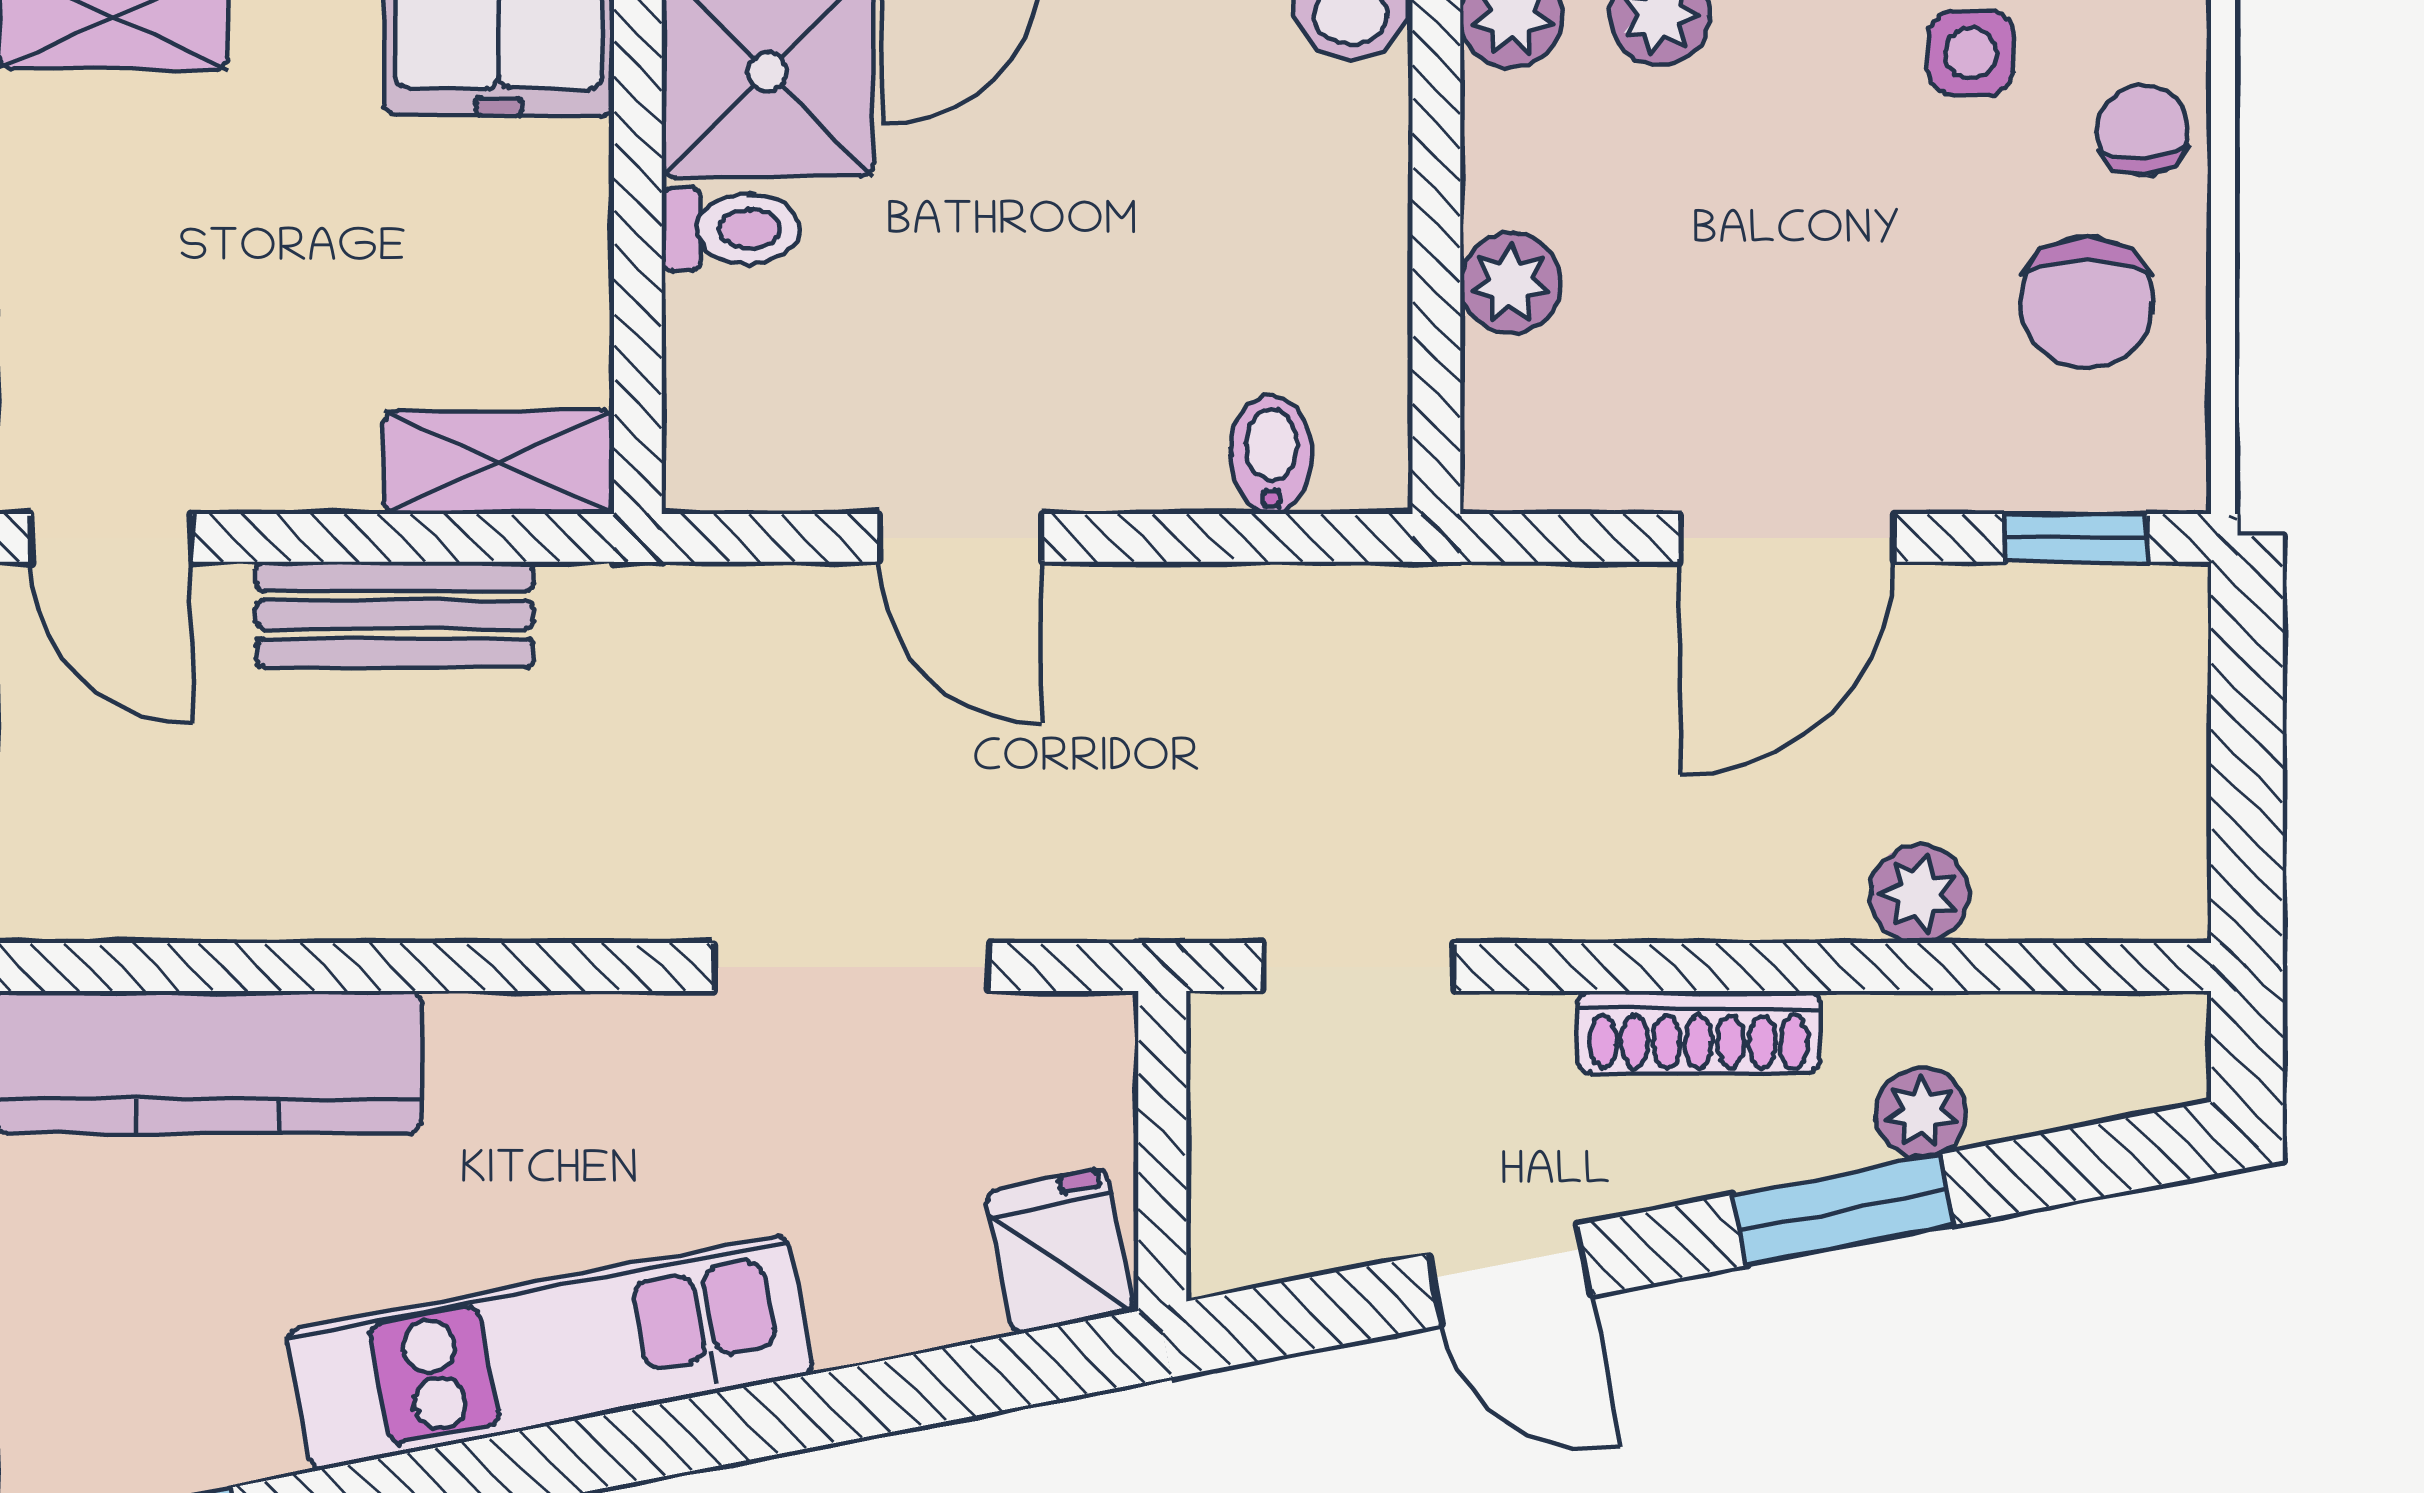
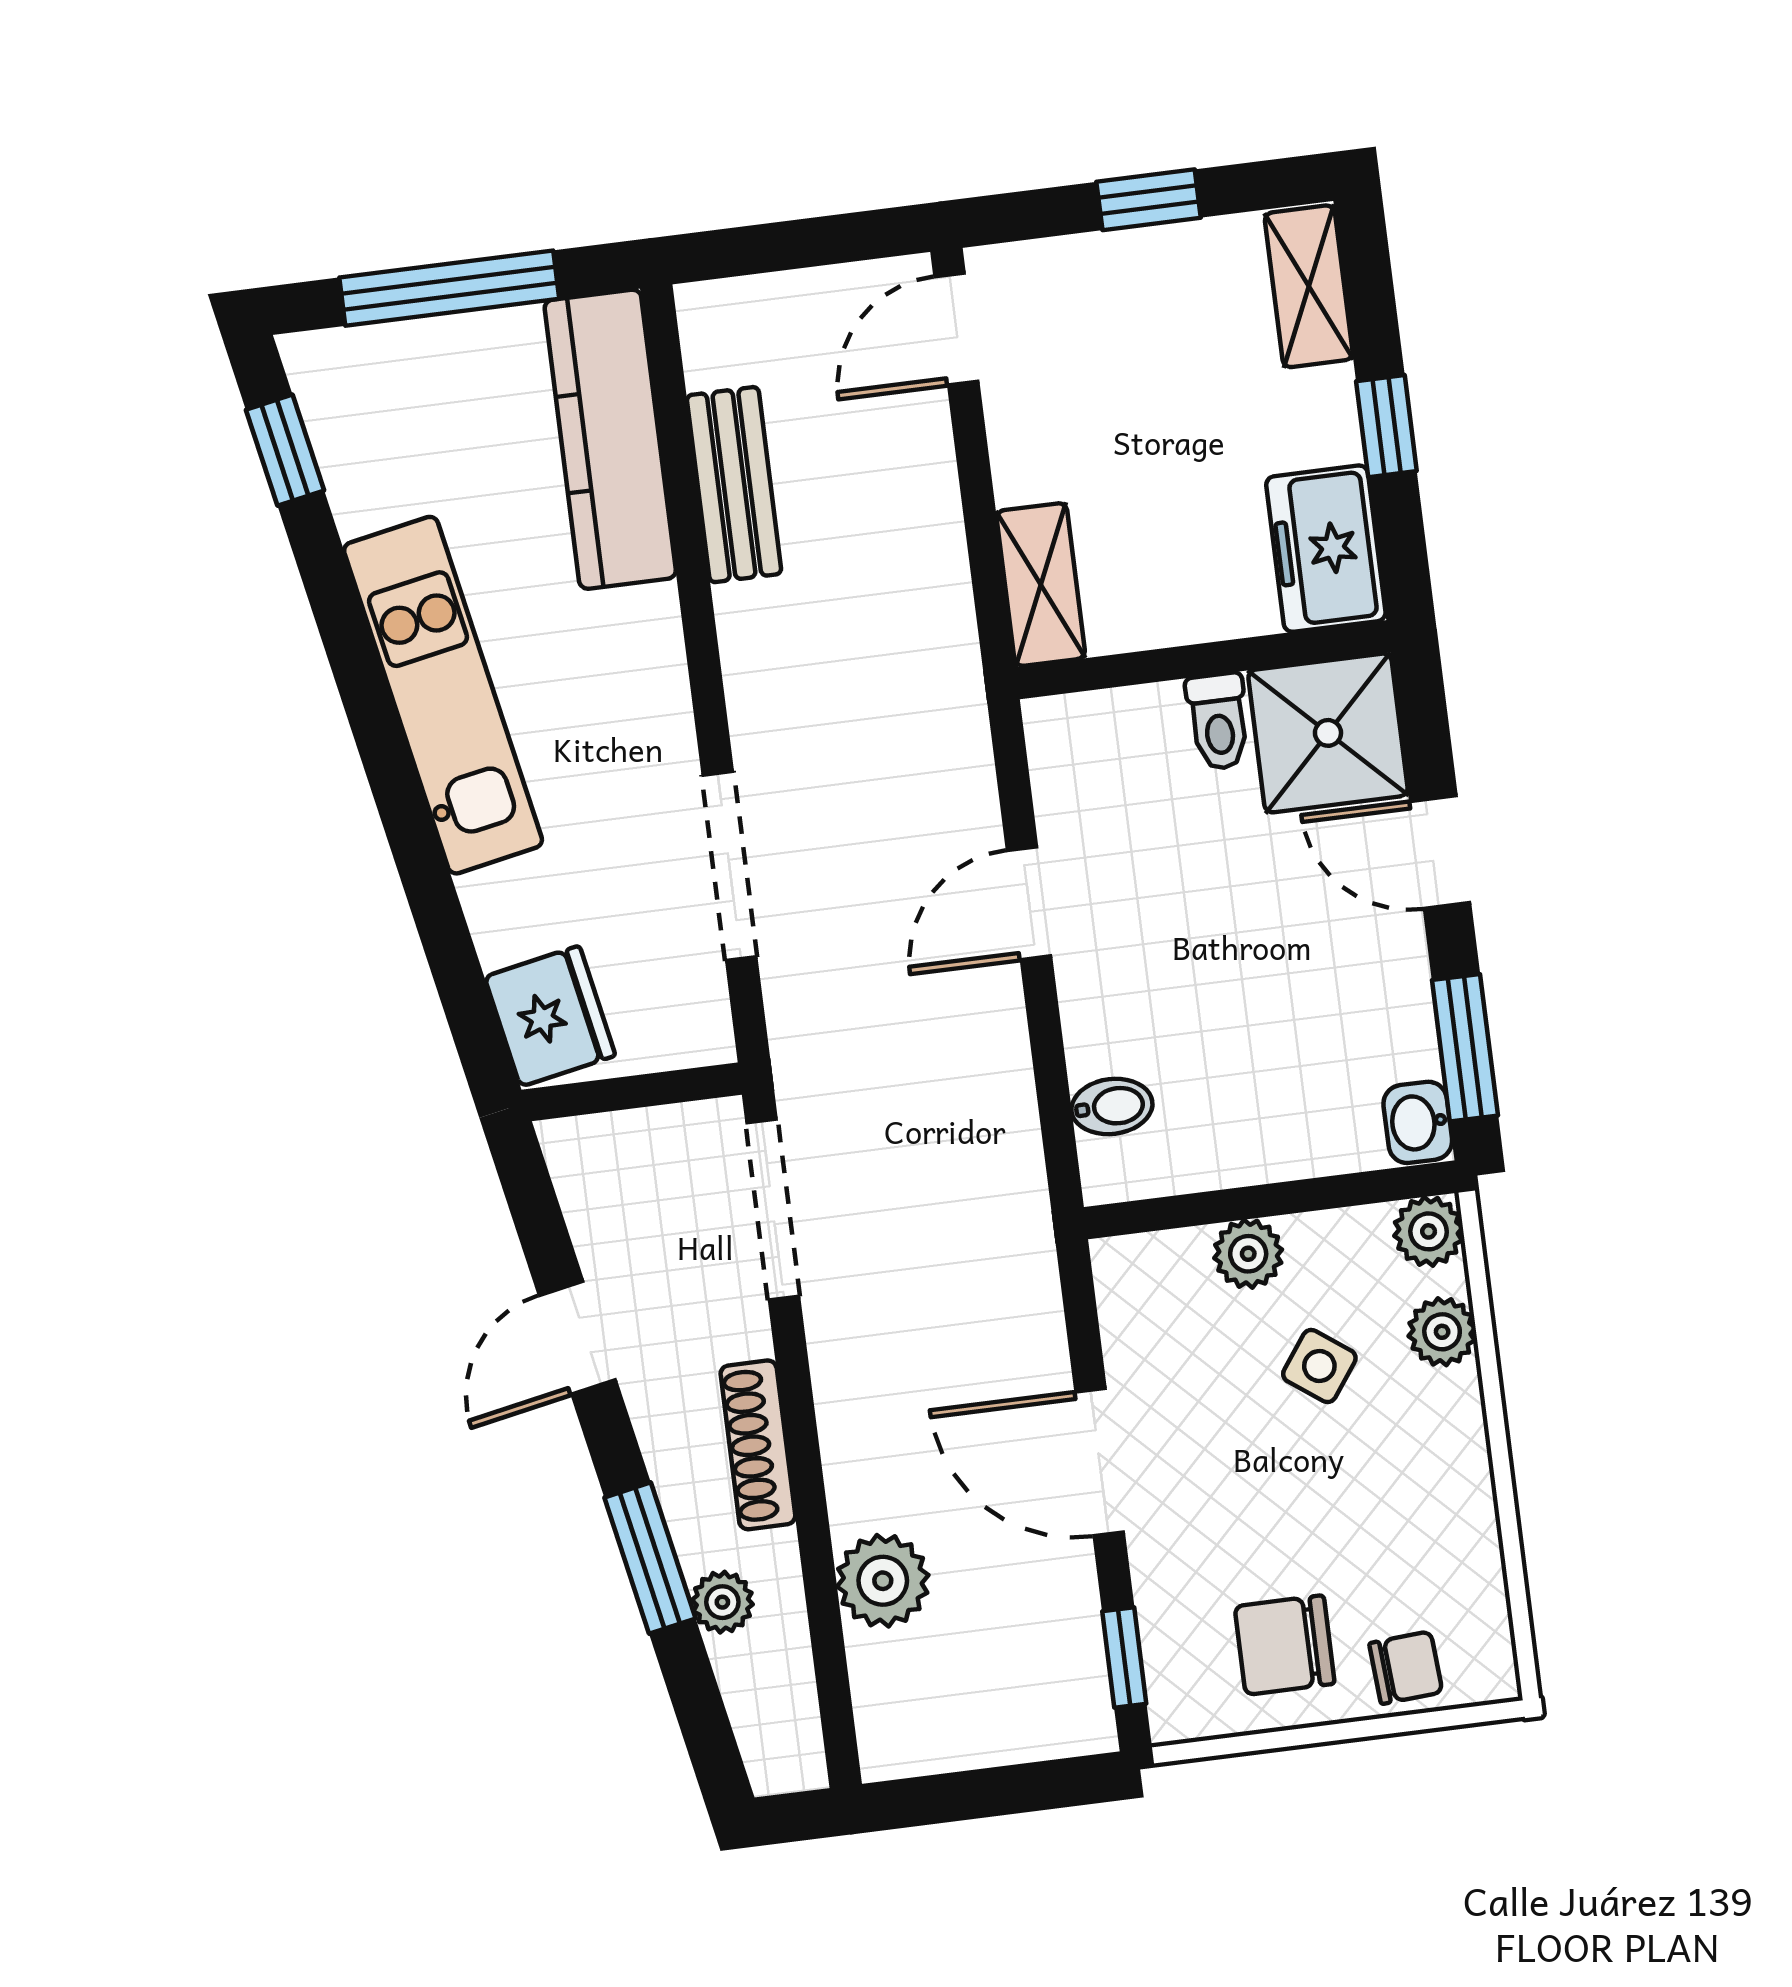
side table: (1971, 53) -> (1319, 1366), moved, turned 36
bench: (395, 615) -> (734, 485), moved
plant: (1919, 894) -> (883, 1581), width x1.38, depth x1.38
doorway: (1359, 967) -> (773, 1209), width x1.38
fridge: (1060, 1251) -> (550, 1016), width x1.38

